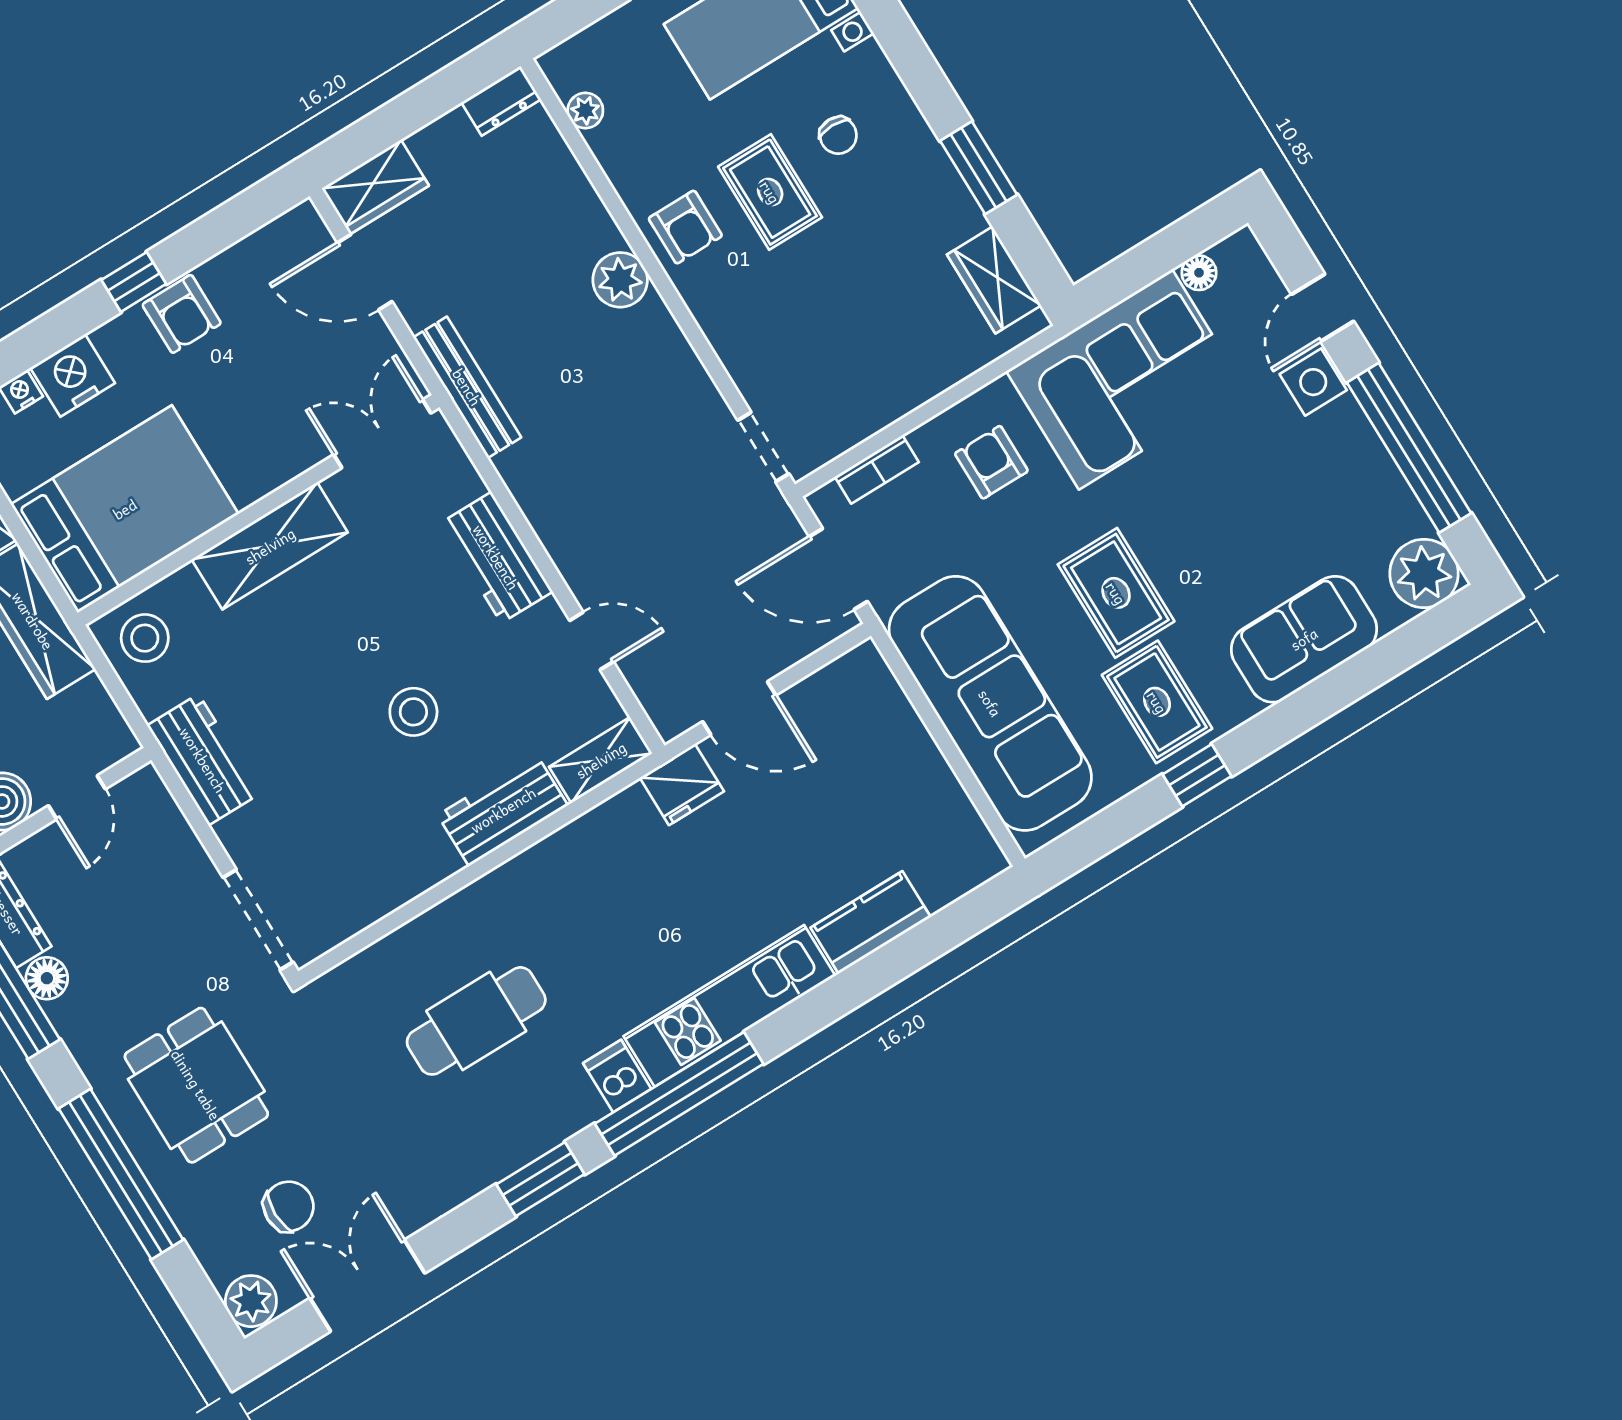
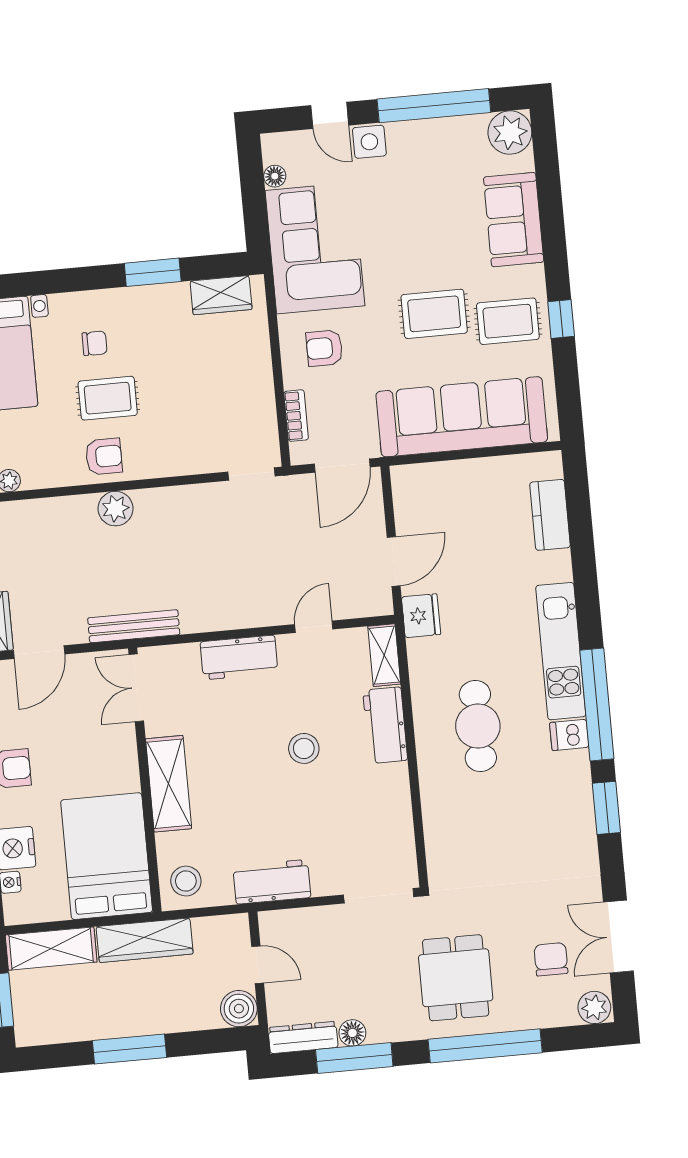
kitchen counter: (871, 922) -> (550, 515), moved
cafe table: (476, 1021) -> (478, 726), moved
dining table: (196, 1085) -> (456, 978), turned 90

